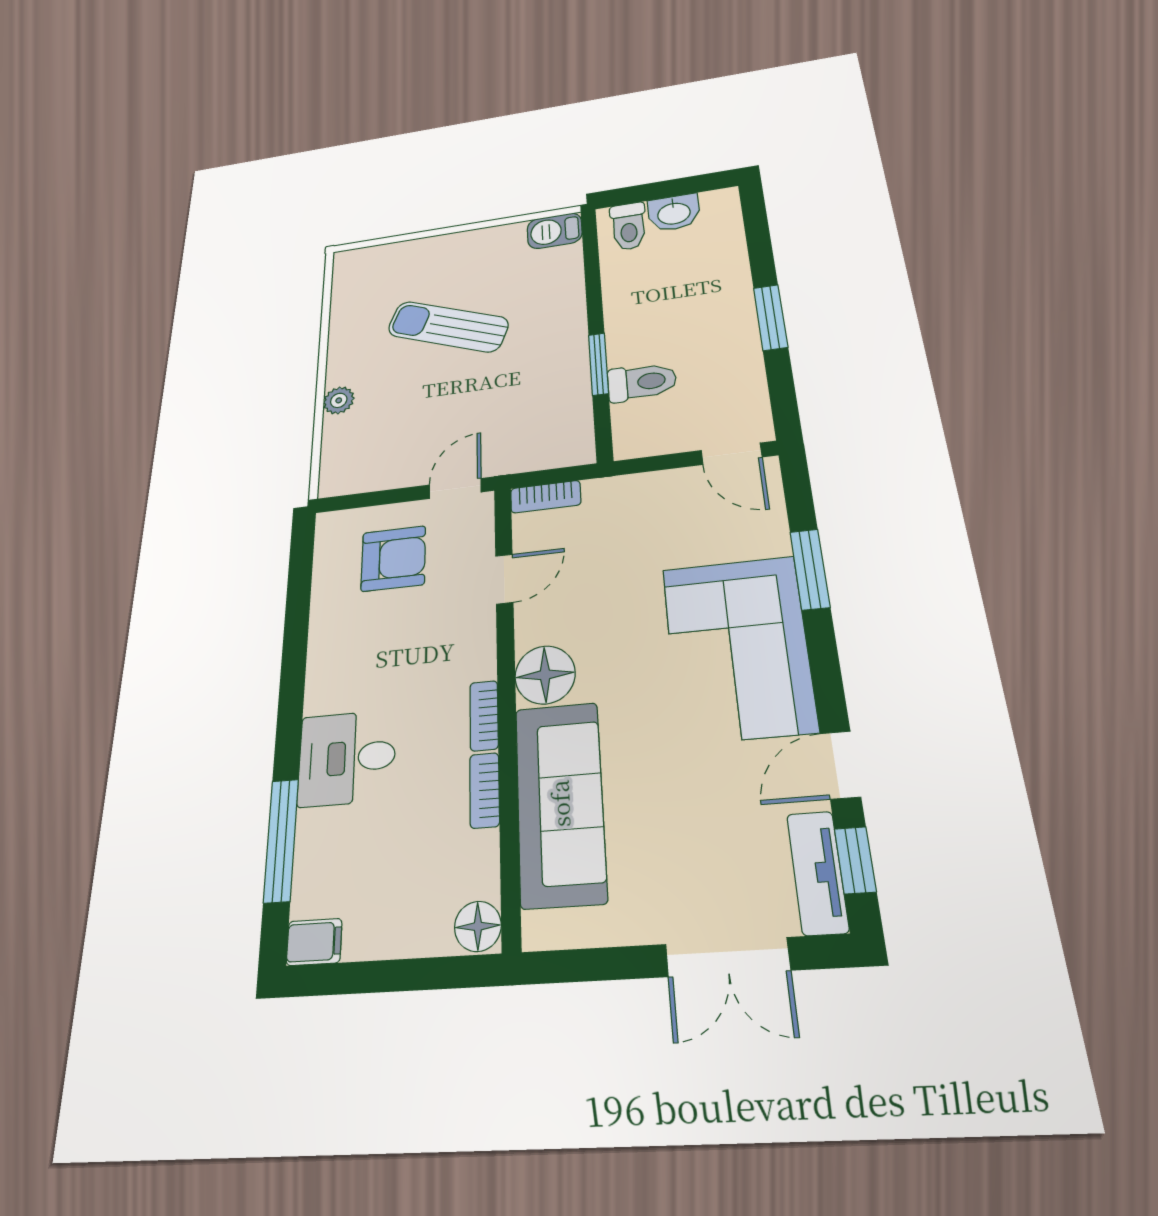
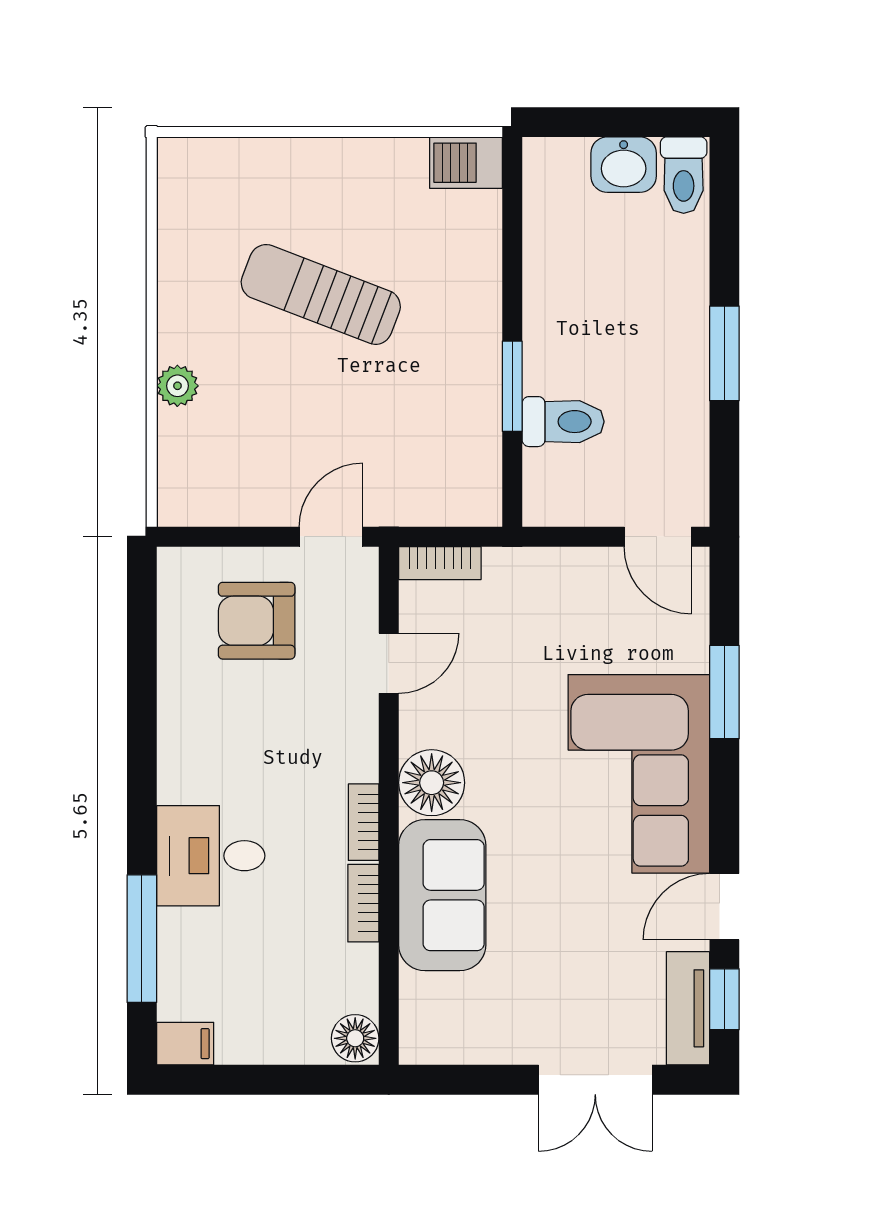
toilet: (628, 226) -> (684, 175), moved
armchair: (393, 559) -> (257, 621), turned 180
sofa: (560, 803) -> (442, 895), width x0.73

